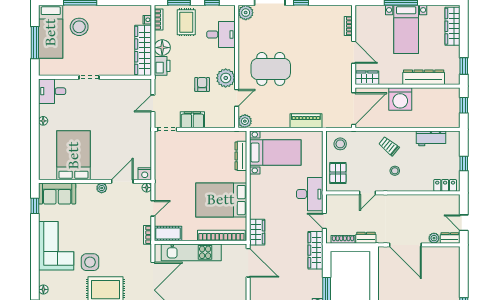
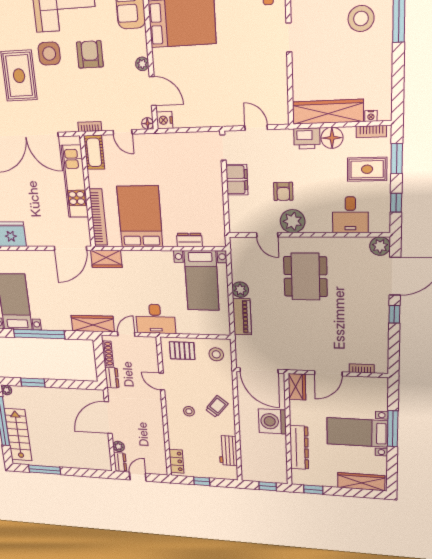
armchair: (202, 84) -> (283, 191), turned 90
plant: (245, 121) -> (240, 290), moved
dresser: (241, 156) -> (189, 240), width x0.70
armchair: (92, 229) -> (90, 54), added

